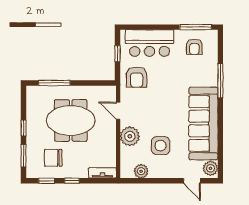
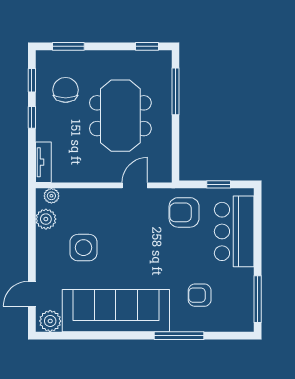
armchair: (194, 47) -> (200, 295), moved
window: (24, 128) -> (147, 46), moved
plant: (130, 136) -> (51, 196), moved, width x0.53, depth x0.53

